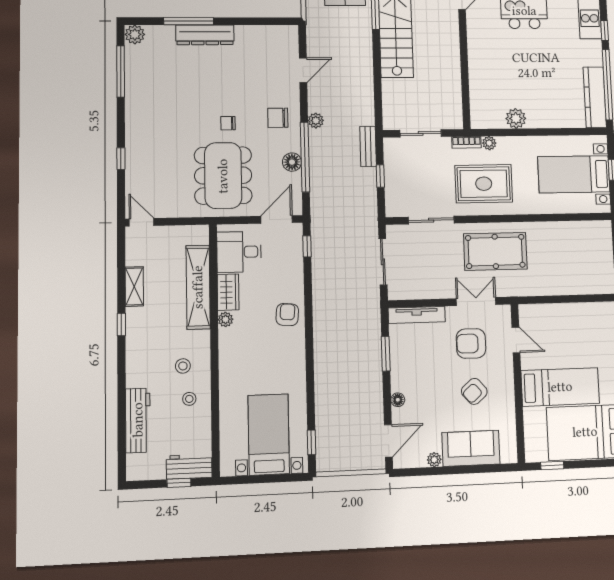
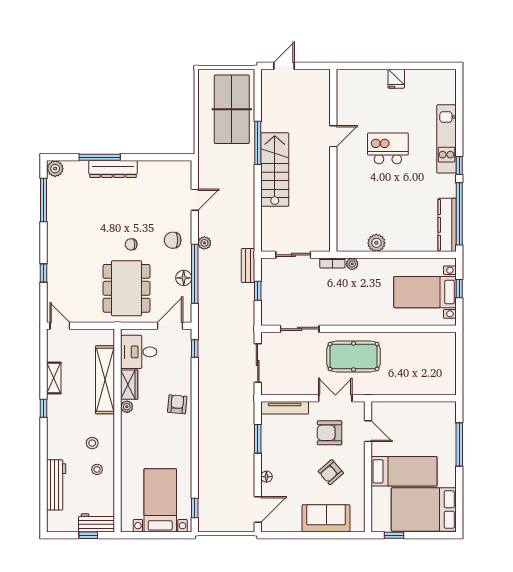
rug: (484, 184) -> (346, 299), removed
plant: (434, 460) -> (295, 526), removed

